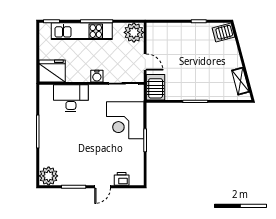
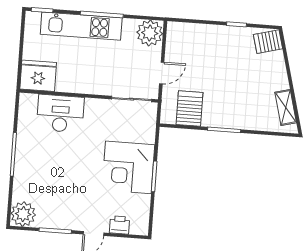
door: (145, 62) -> (162, 73), hinge flipped
water cooler: (97, 76) -> (97, 87), removed
server rack: (156, 87) -> (189, 109), moved
corner desk: (125, 120) -> (128, 167), moved

